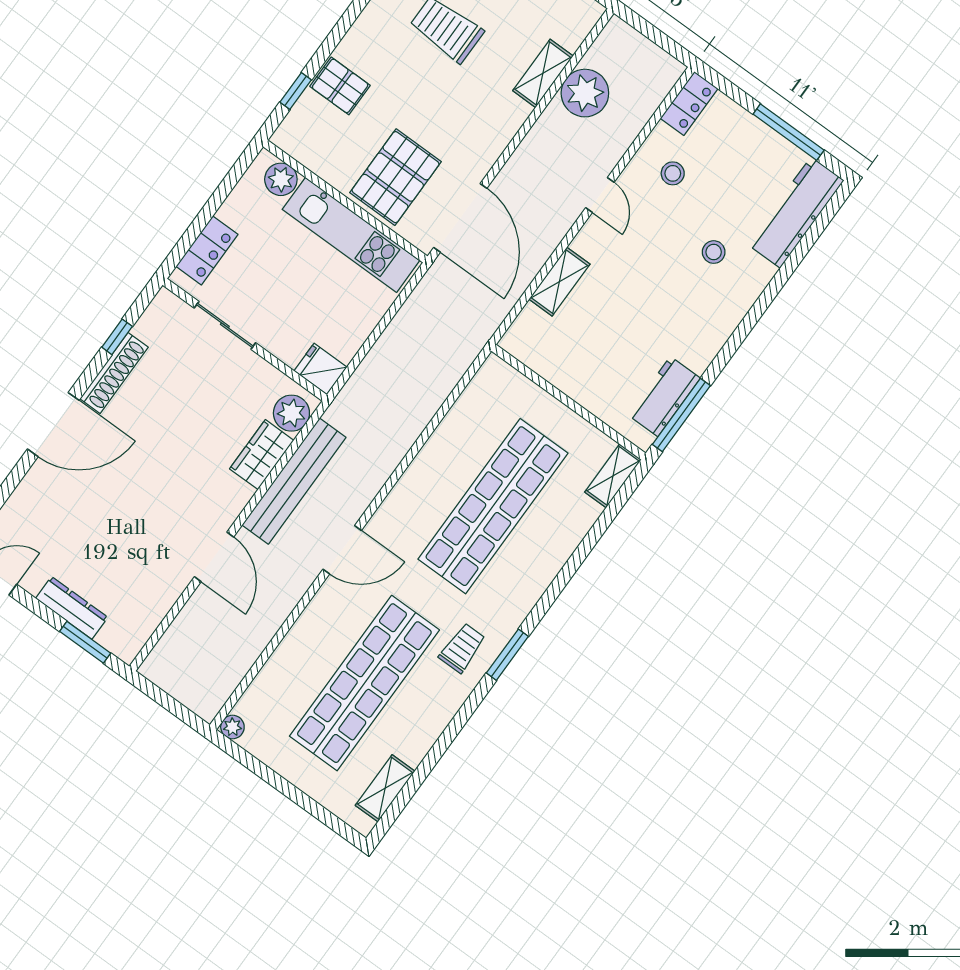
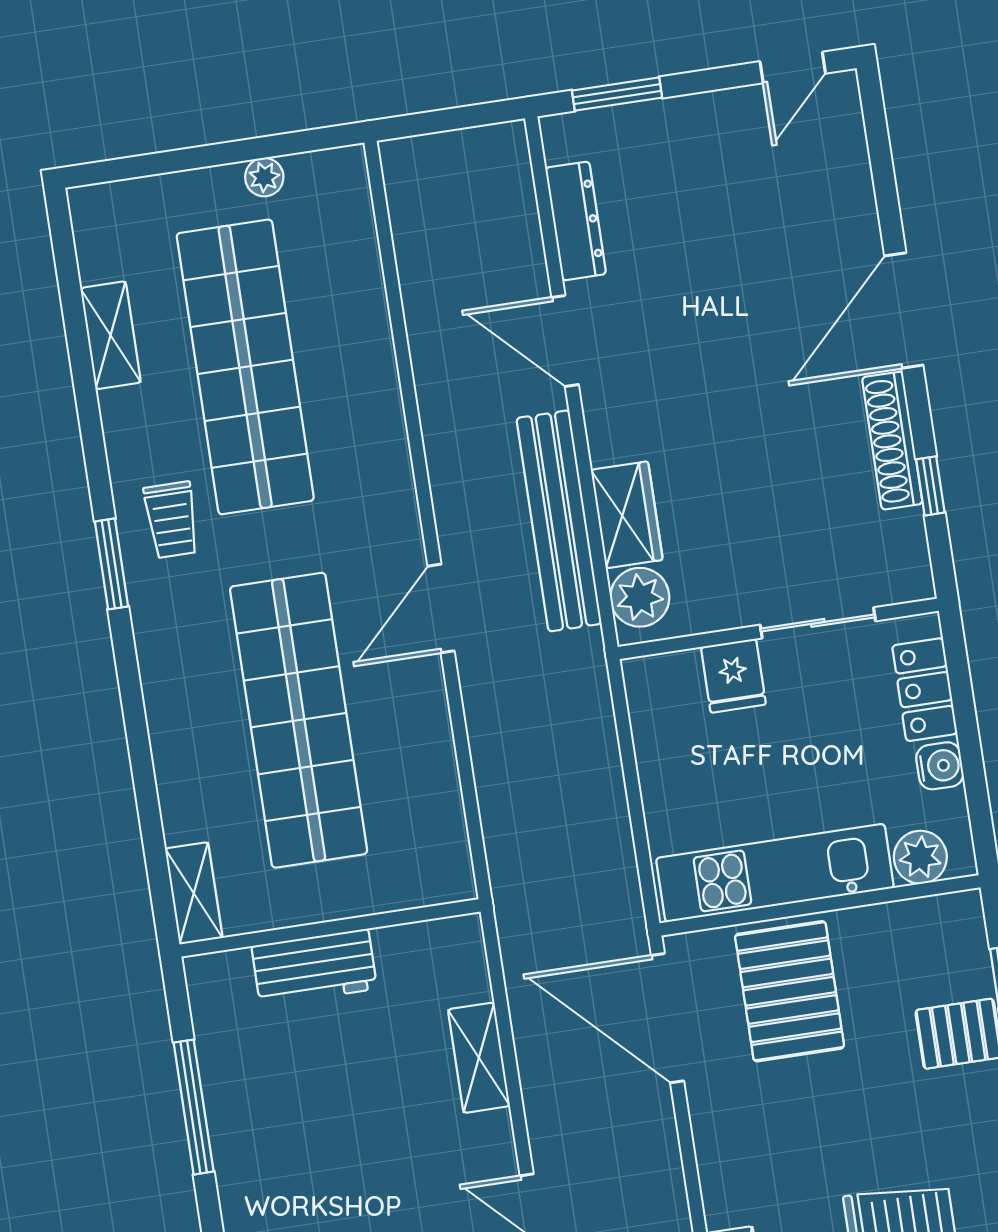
water cooler: (233, 211) -> (940, 766), added
fridge: (320, 369) -> (733, 676), moved, turned 90
workbench: (664, 396) -> (314, 967), moved, turned 90
window: (681, 415) -> (194, 1107), moved
door: (342, 550) -> (441, 608), moved
dresser: (72, 608) -> (576, 221), moved, turned -90
plant: (232, 727) -> (264, 177), moved
shelving: (385, 788) -> (111, 335), moved

